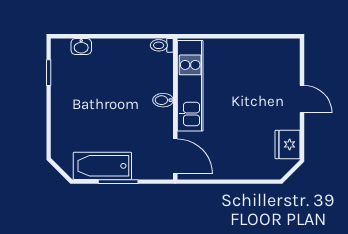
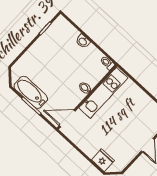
washbasin: (81, 47) -> (83, 41), moved
fridge: (288, 144) -> (103, 160), moved, turned 90
door: (175, 156) -> (67, 118), swing flipped

